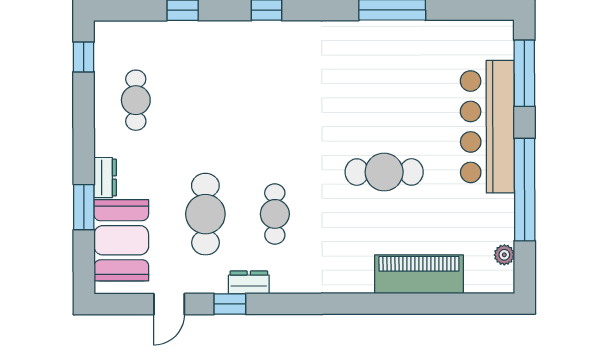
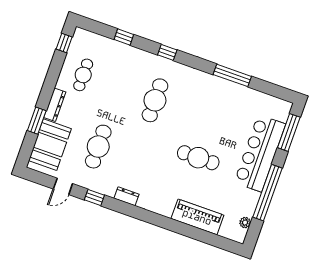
dresser: (105, 178) -> (55, 105), width x1.44
cafe table: (275, 214) -> (155, 100), moved, width x1.37, depth x1.35
dresser: (249, 282) -> (126, 196), moved

